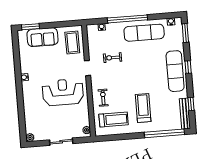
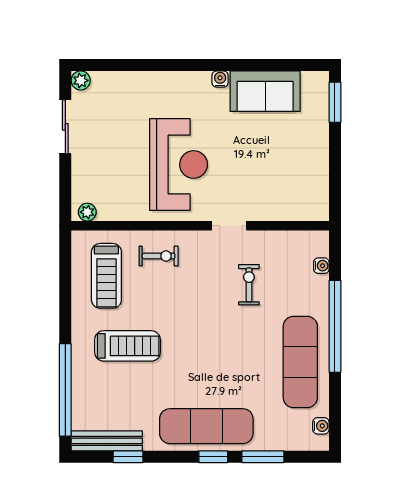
window: (185, 33) -> (263, 457), moved
sofa: (43, 37) -> (265, 91), moved, turned -90
coffee table: (72, 43) -> (291, 195), removed
sliding door: (61, 142) -> (65, 127), moved

